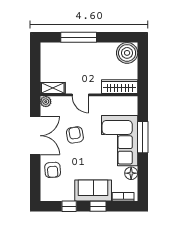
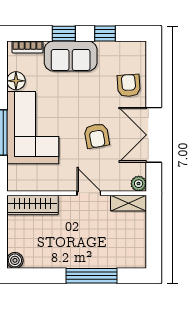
boiler: (127, 53) -> (15, 260), width x0.54, depth x0.54

